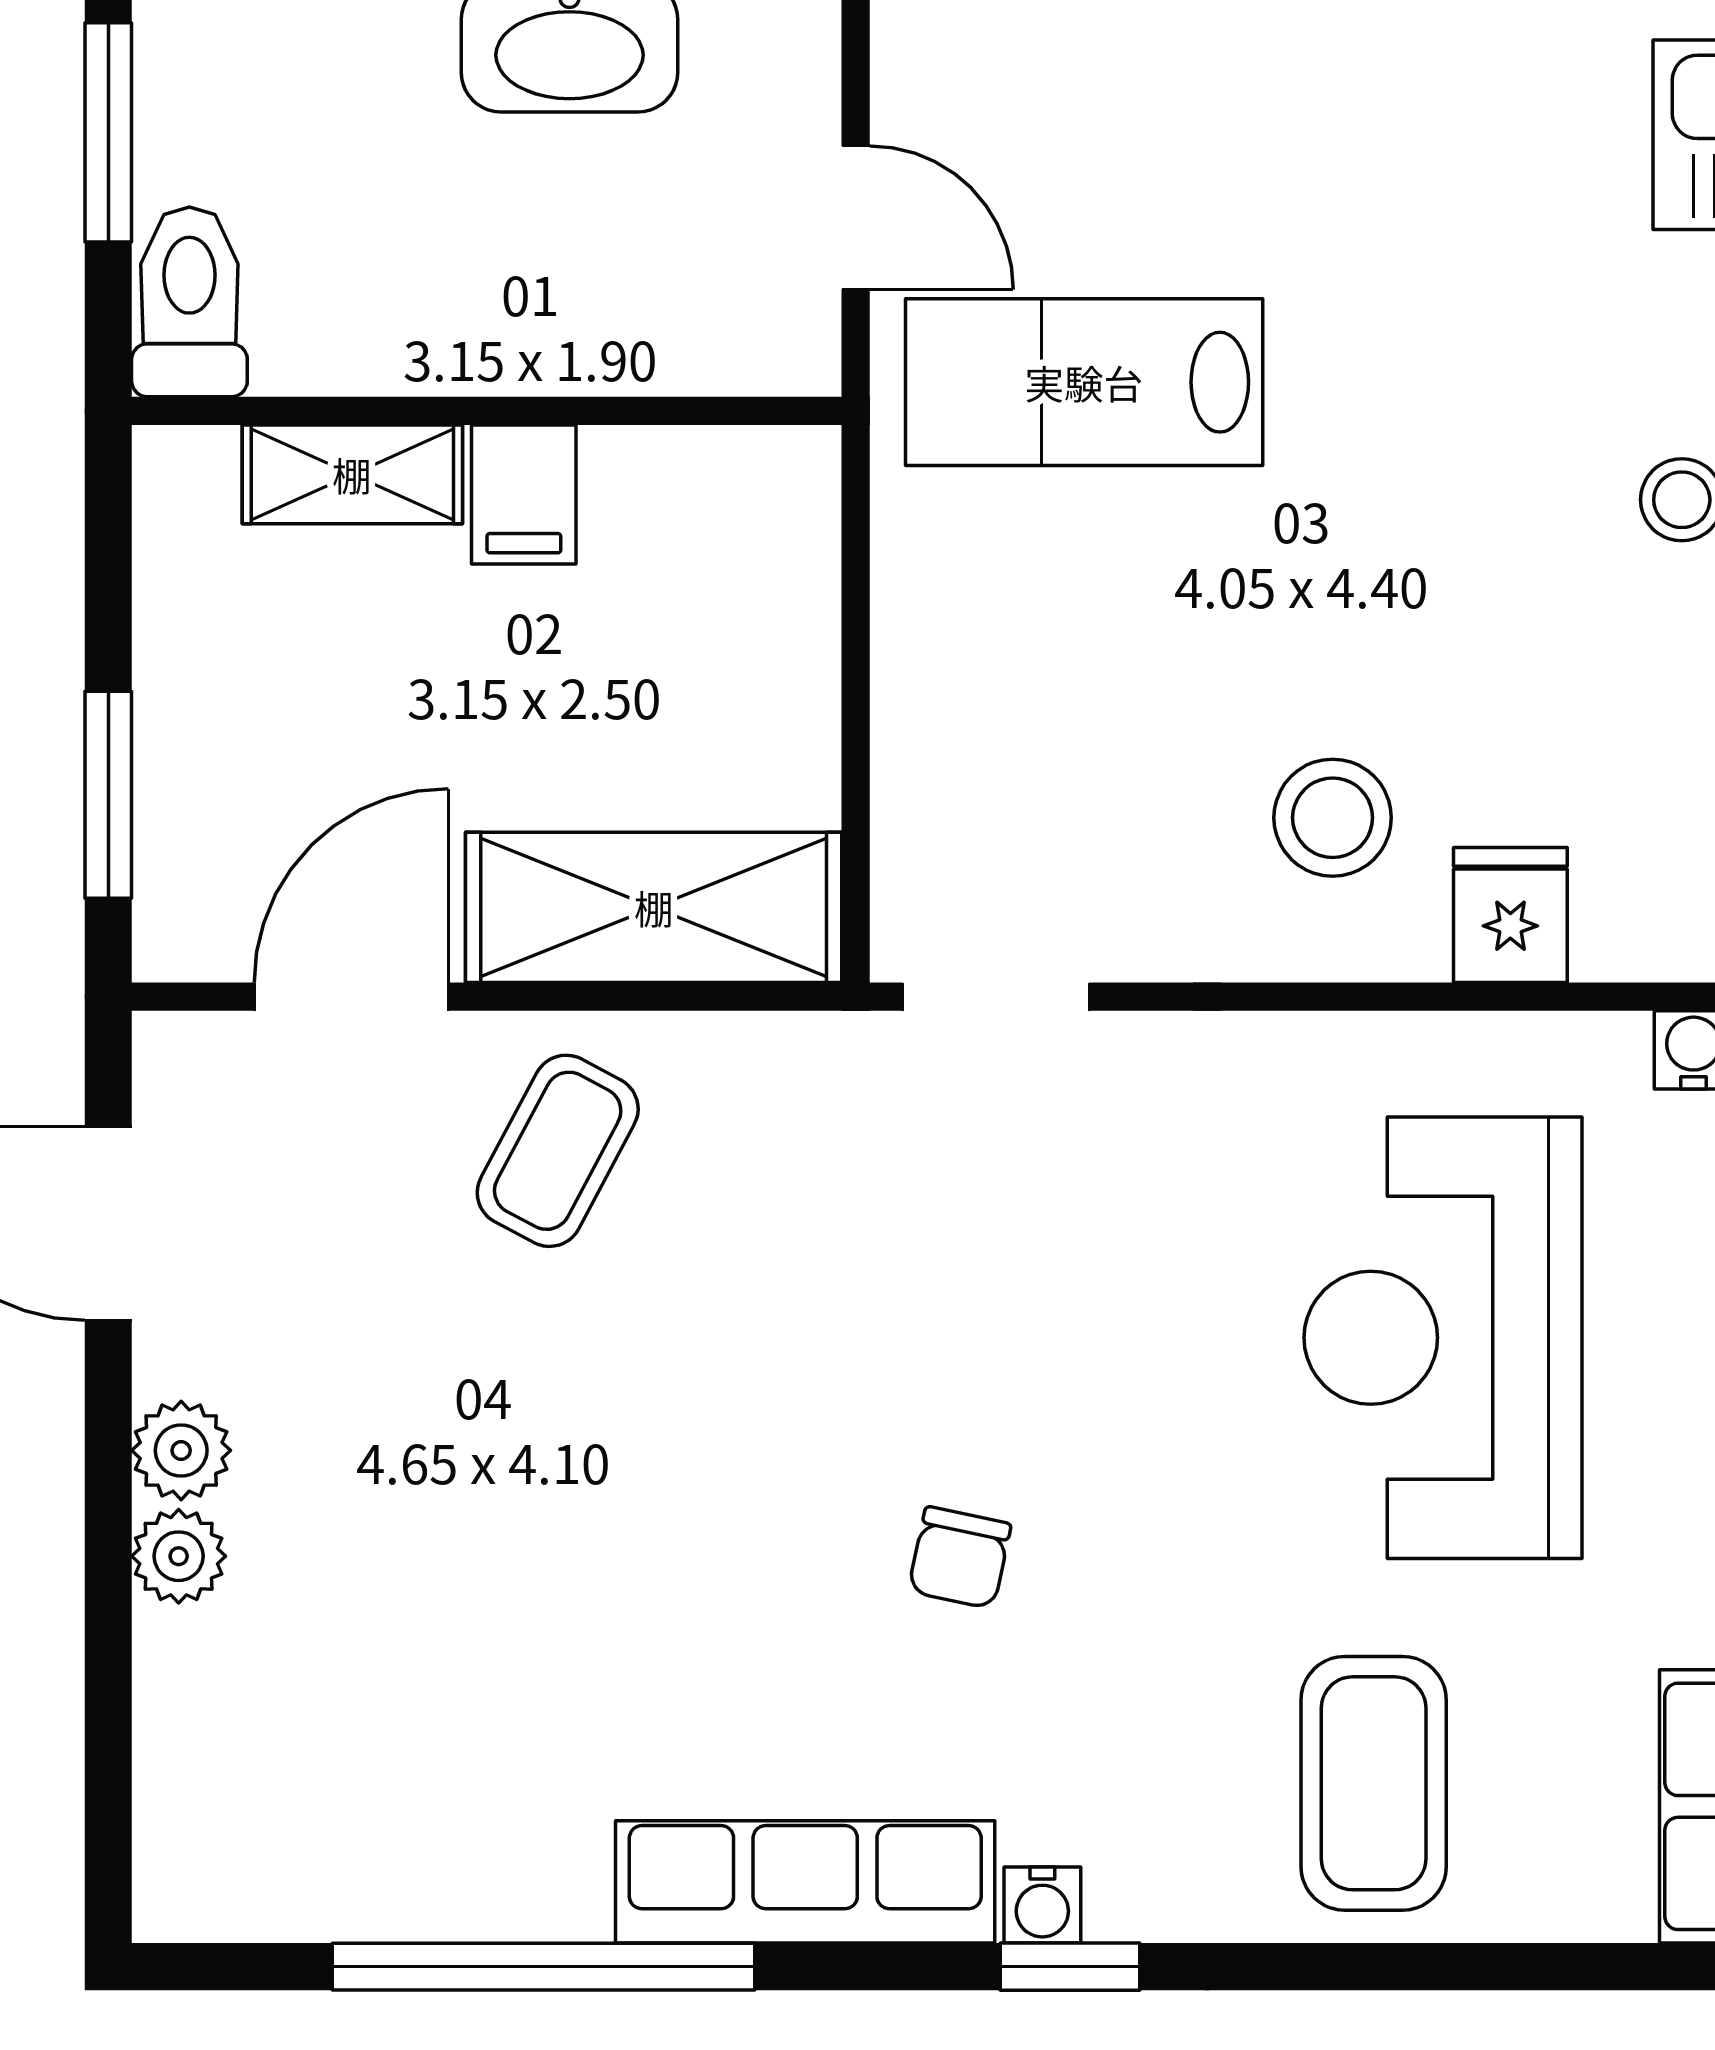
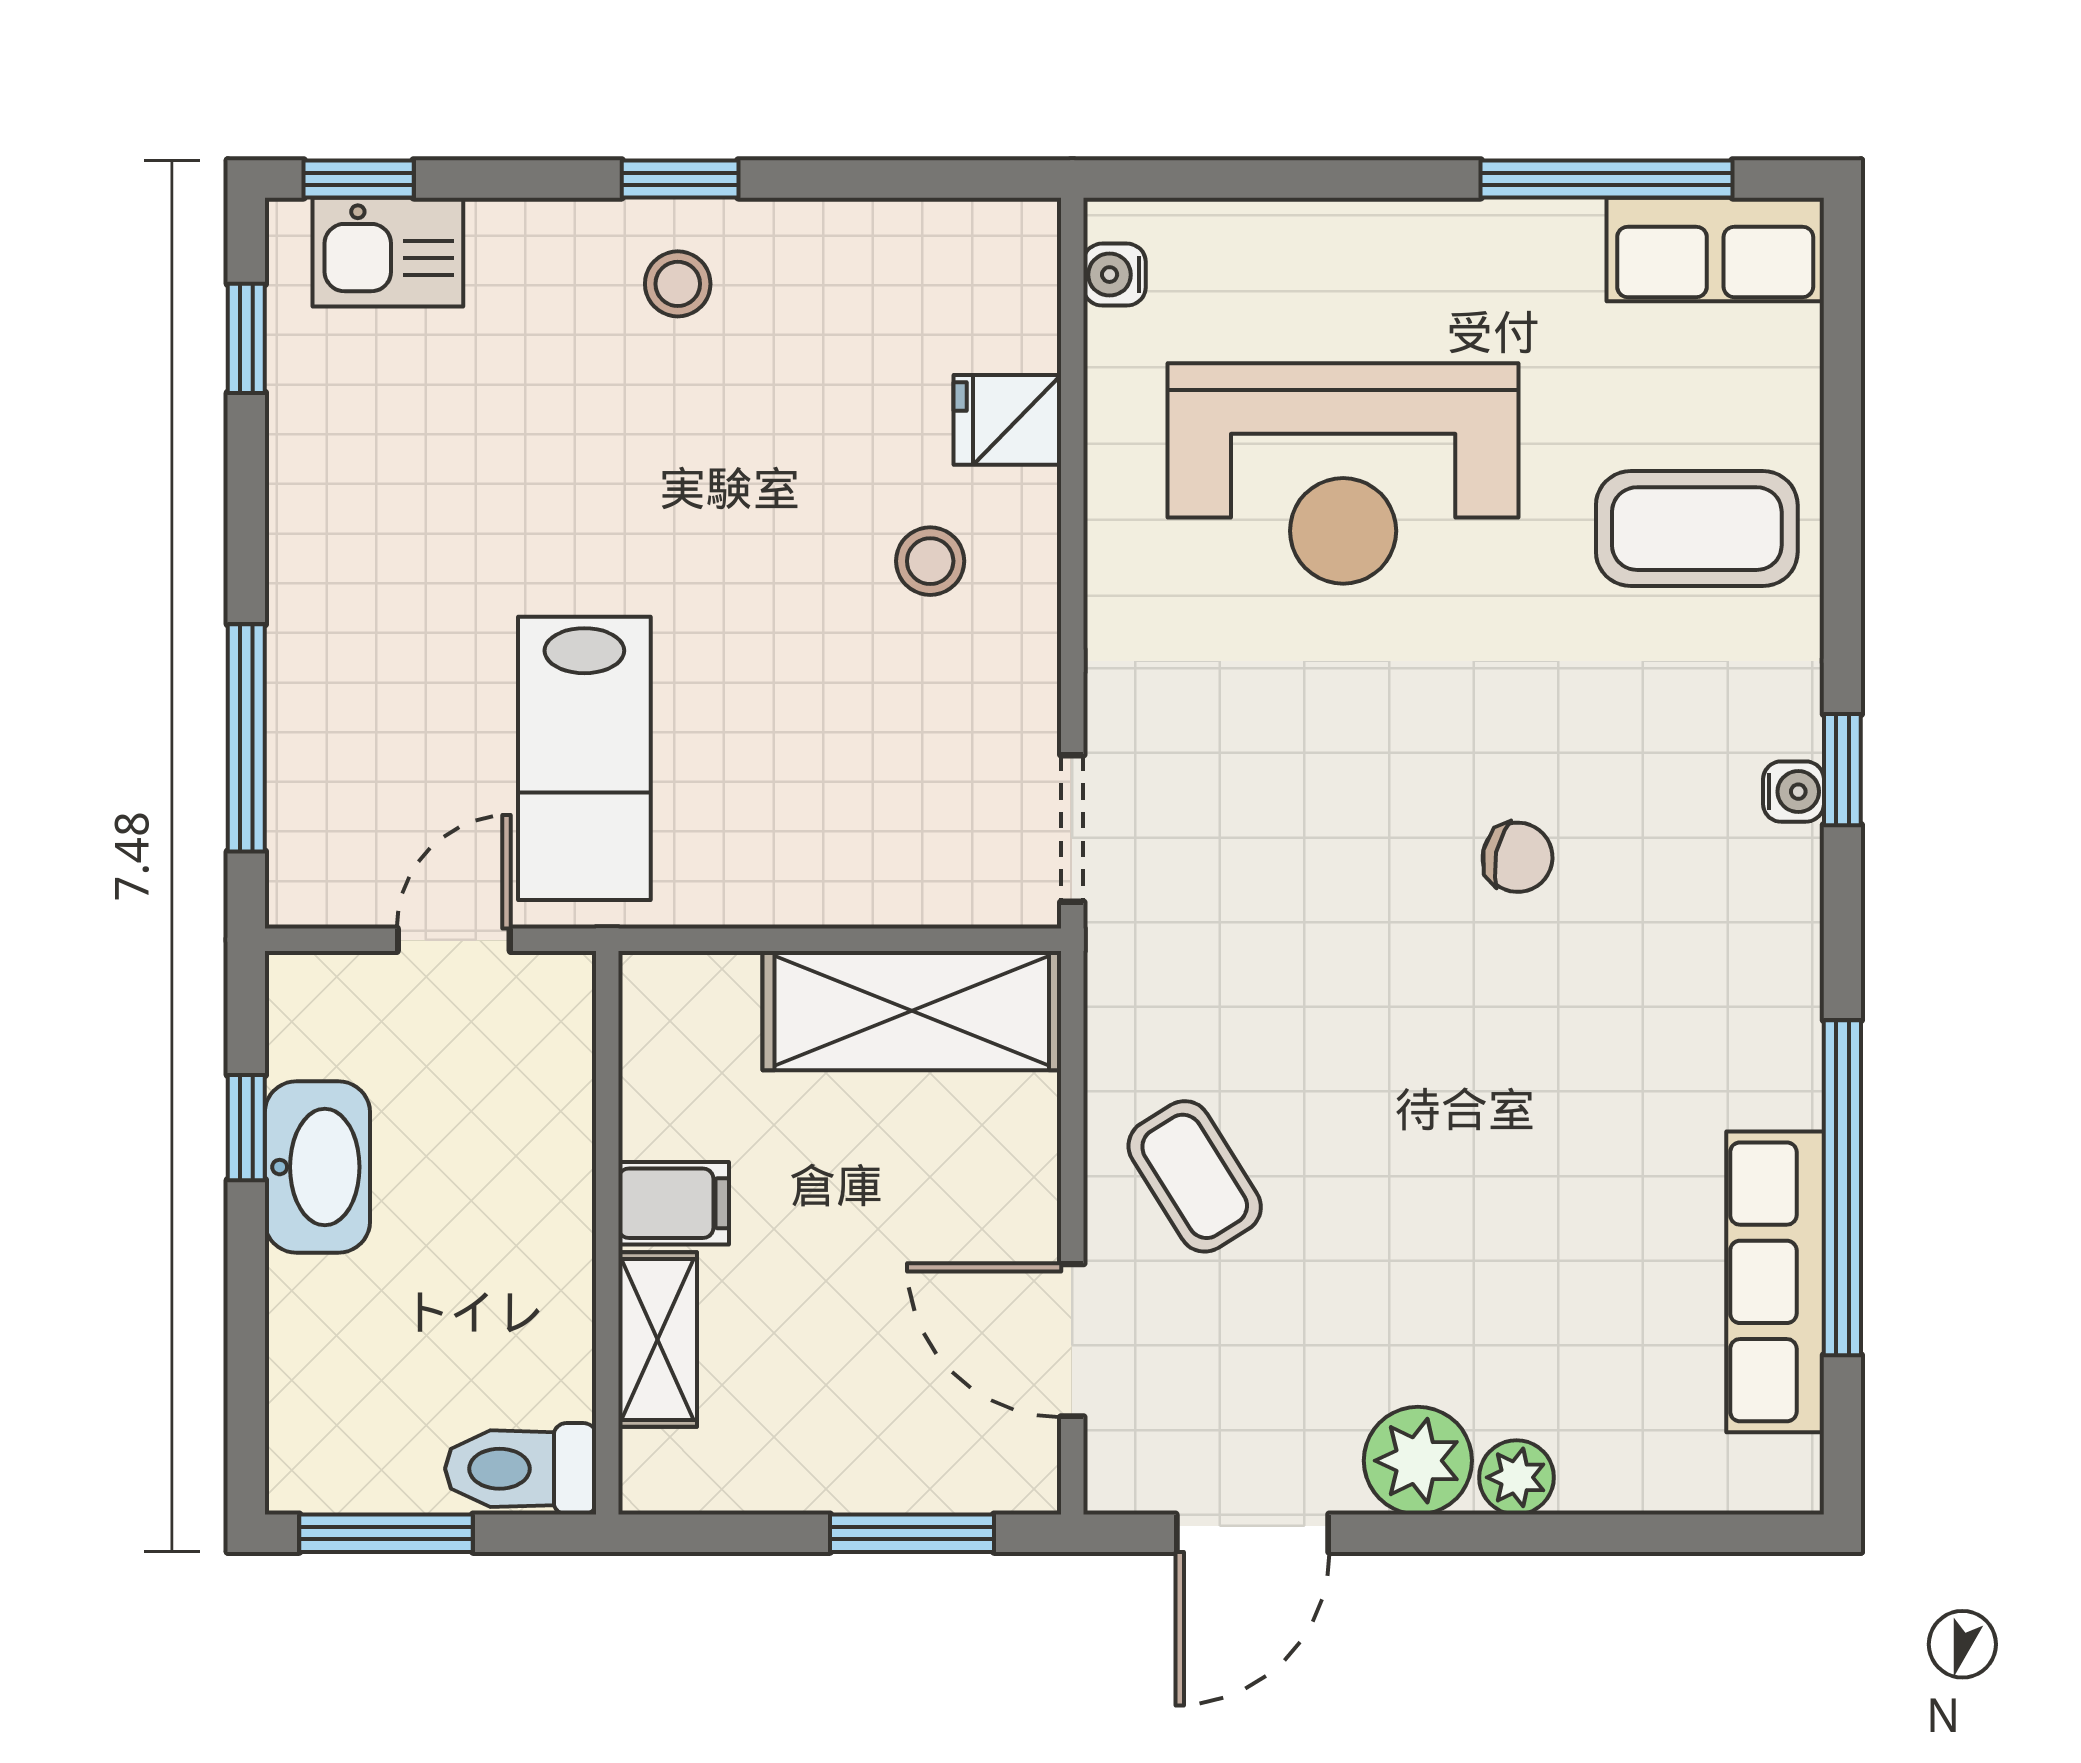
stool: (1333, 818) -> (930, 561), width x0.73, depth x0.73
shelving: (654, 907) -> (912, 1011), moved, turned 90
coffee table: (558, 1151) -> (1195, 1176), turned 30
plant: (181, 1450) -> (1418, 1461), width x1.38, depth x1.38
row of seats: (805, 1882) -> (1775, 1282), moved

